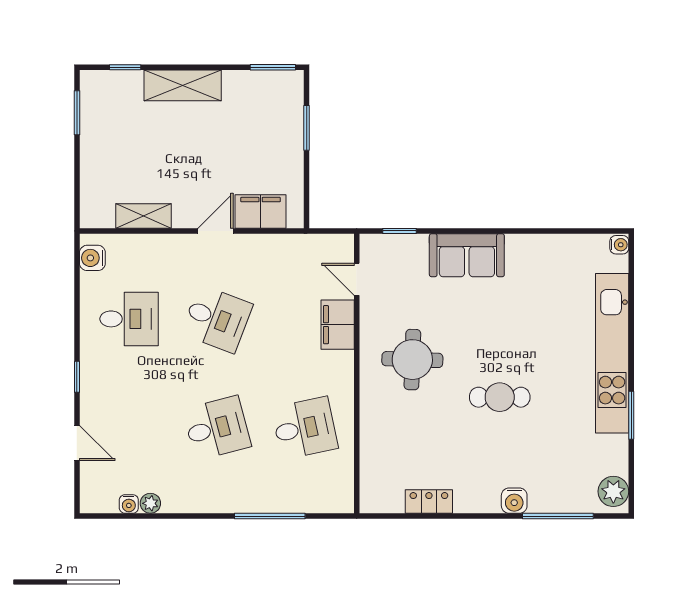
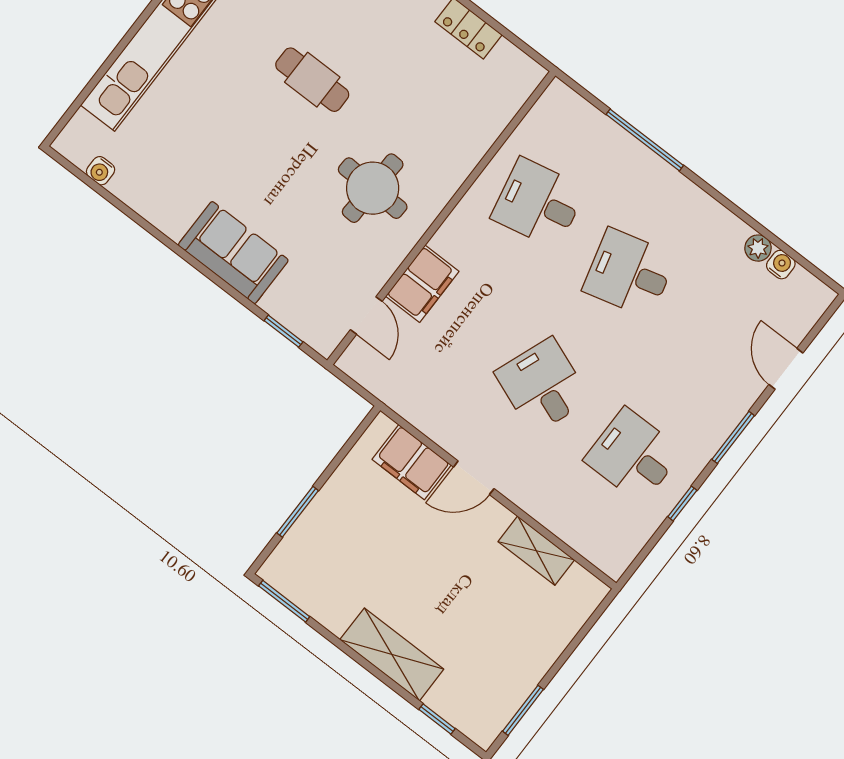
water cooler: (619, 245) -> (101, 171), moved, turned -90
water cooler: (92, 258) -> (623, 548), removed
window: (77, 313) -> (682, 503), added
window: (77, 377) -> (733, 437), width x1.50

